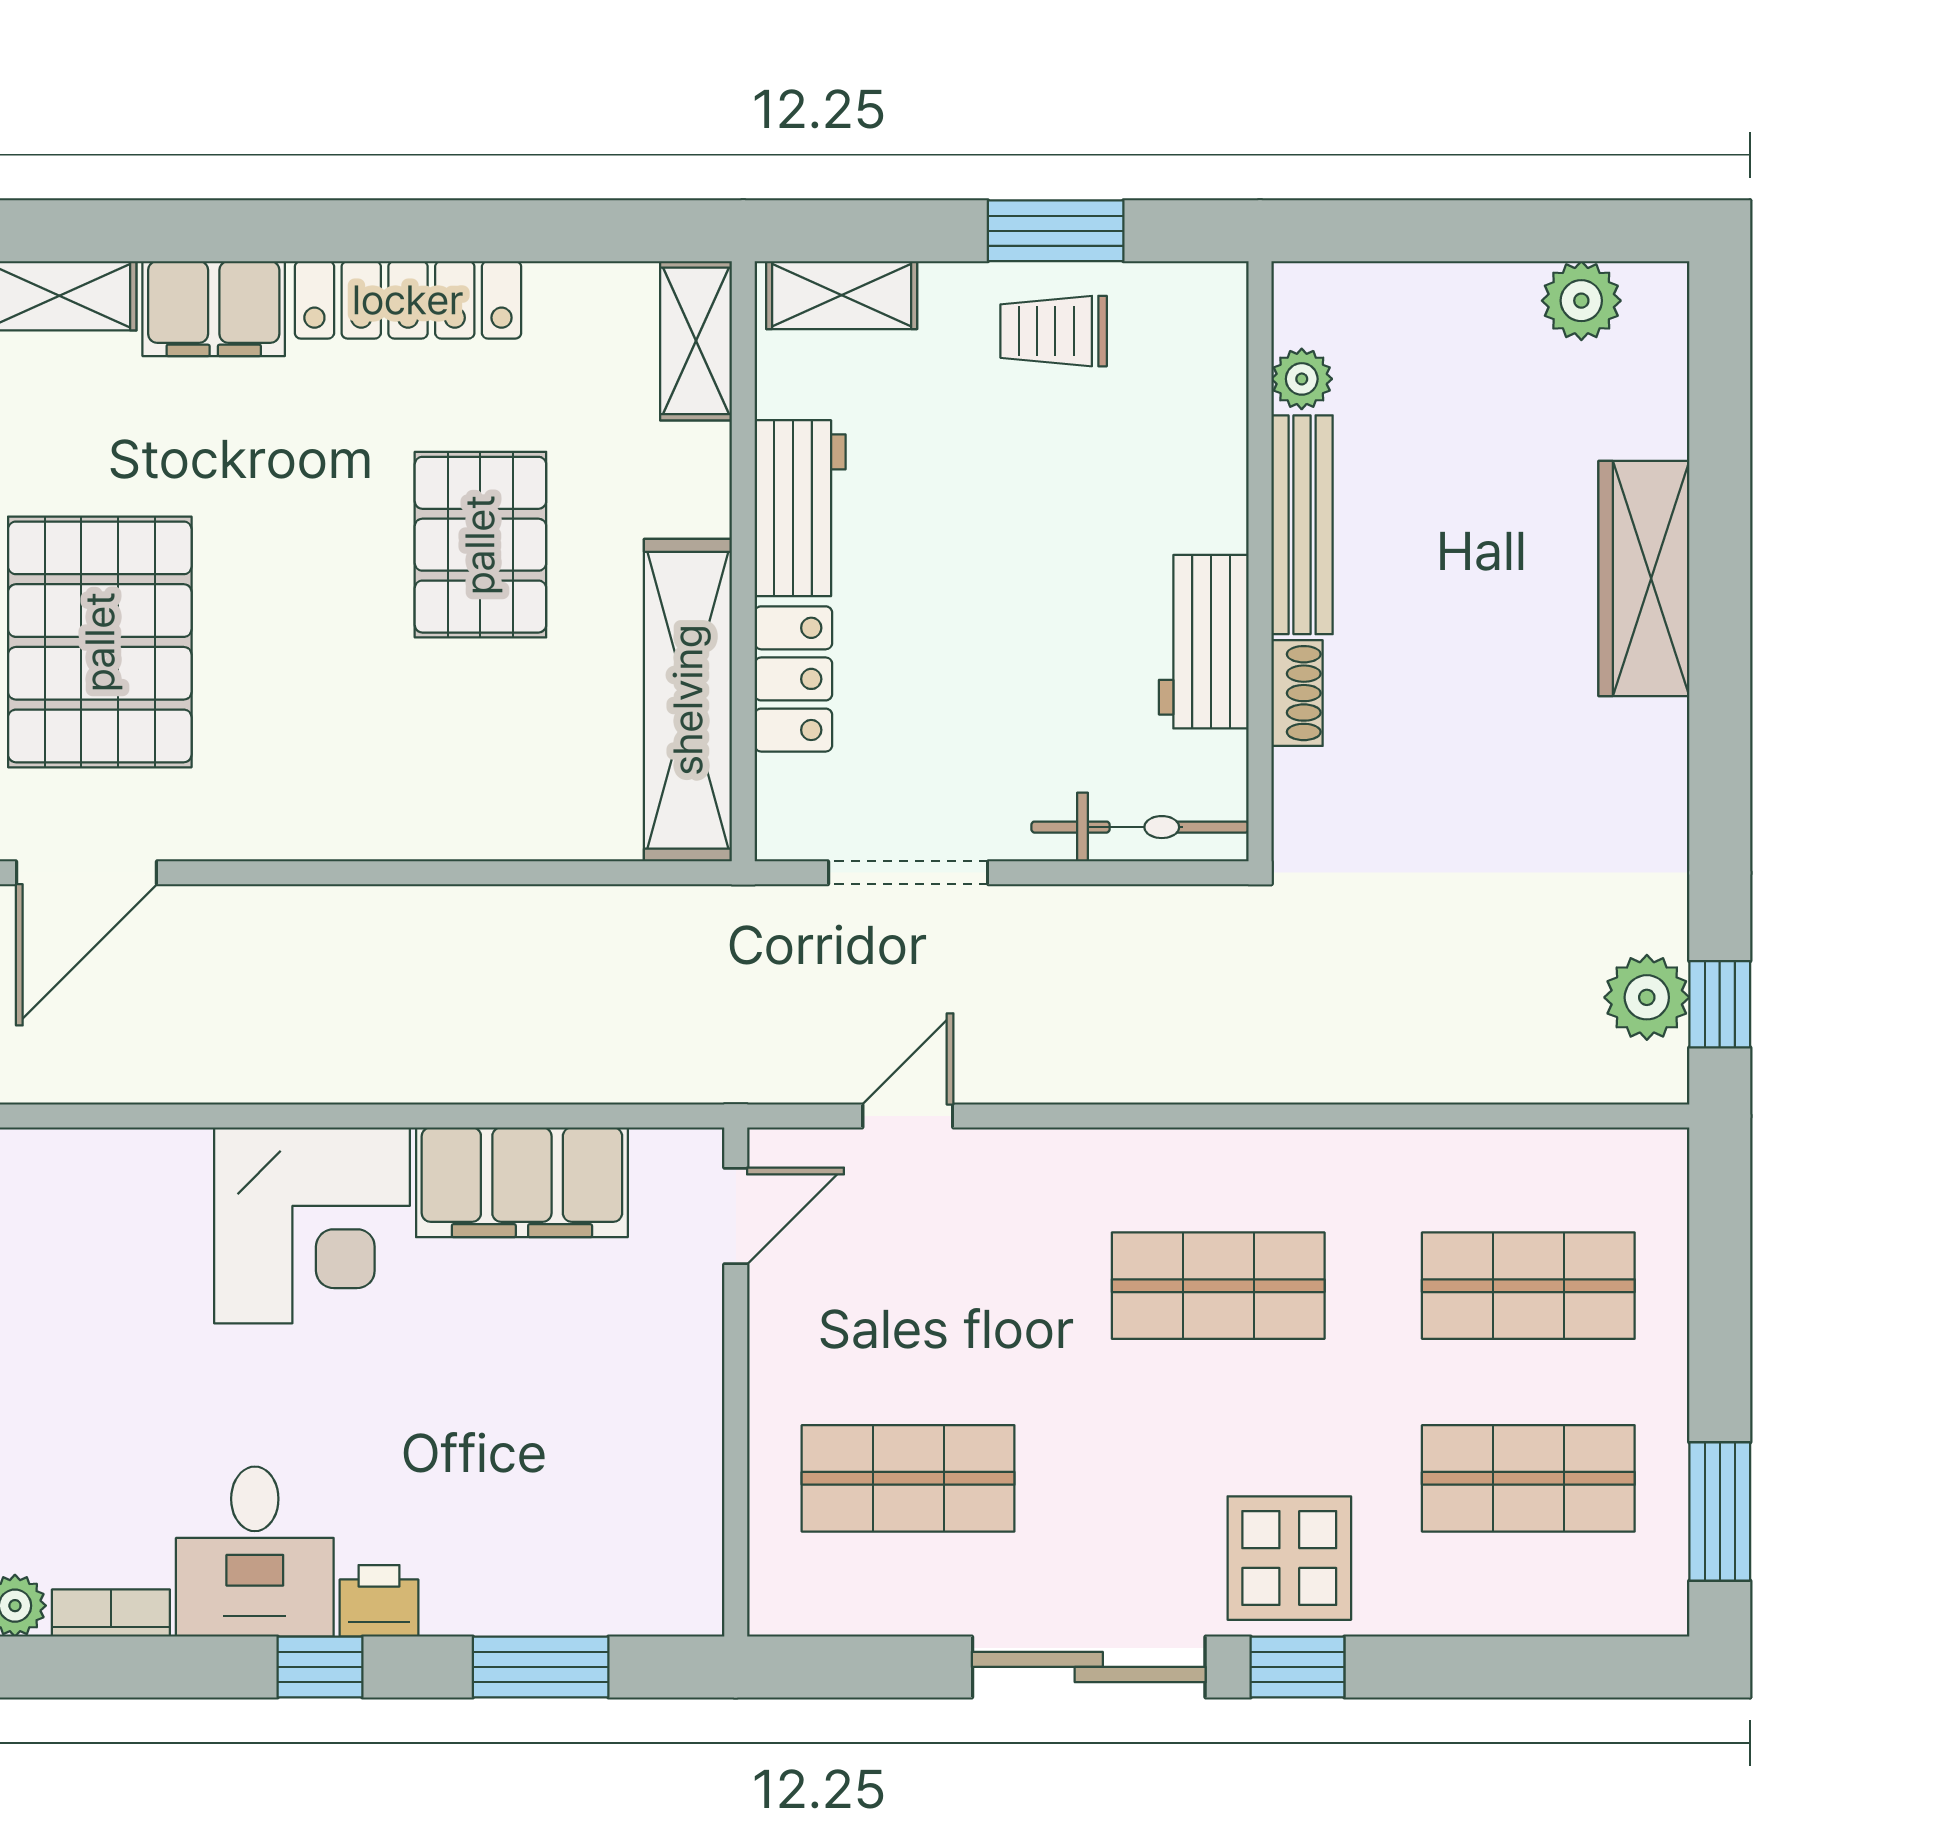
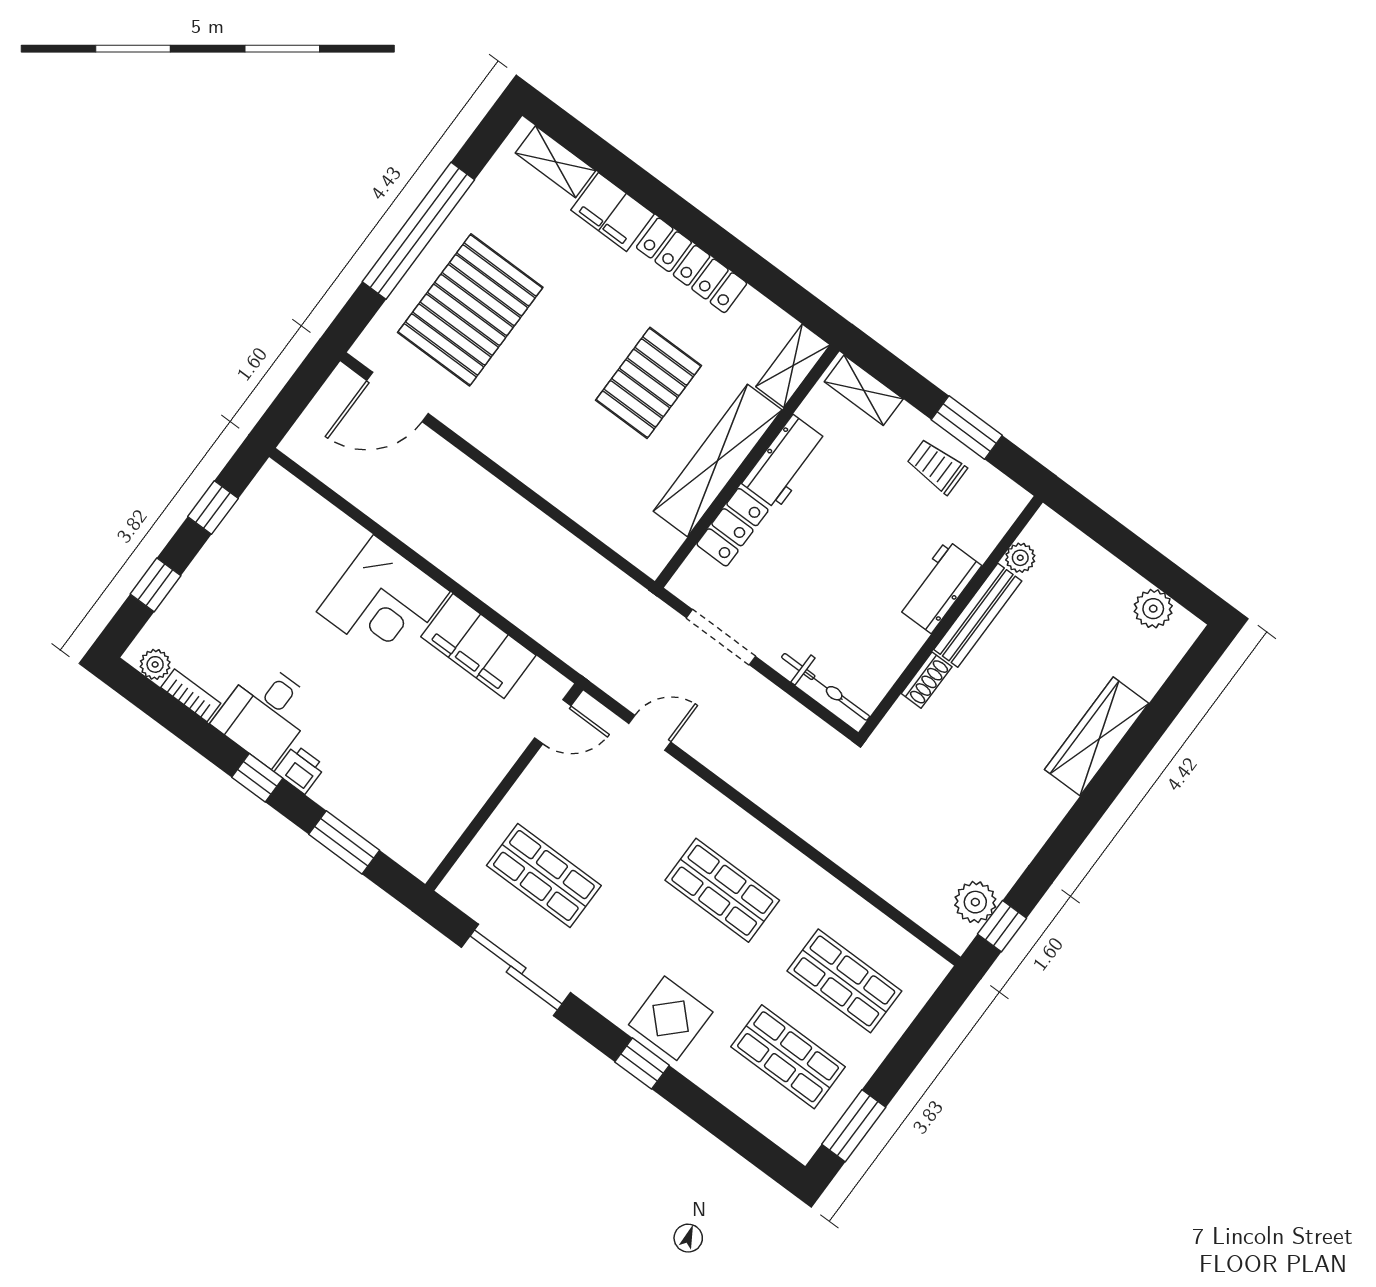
workbench: (1204, 642) -> (939, 587), moved
shelving: (688, 700) -> (718, 461), moved
sliding door: (1089, 1667) -> (516, 970), moved

